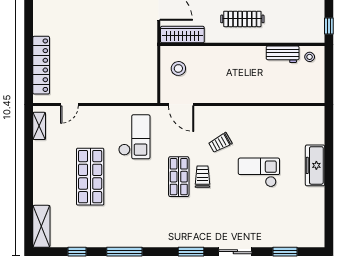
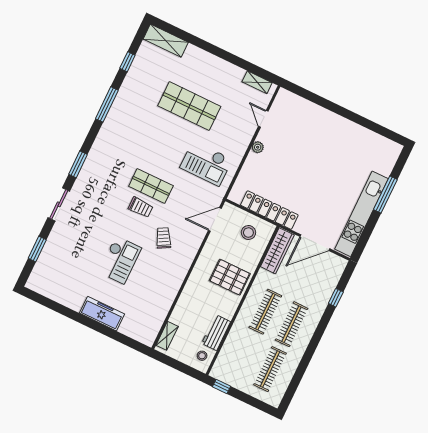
locker: (41, 65) -> (269, 210), moved, turned 180
pallet: (227, 66) -> (230, 277), added
plant: (98, 97) -> (258, 147), added
shelving: (307, 97) -> (167, 336), added

